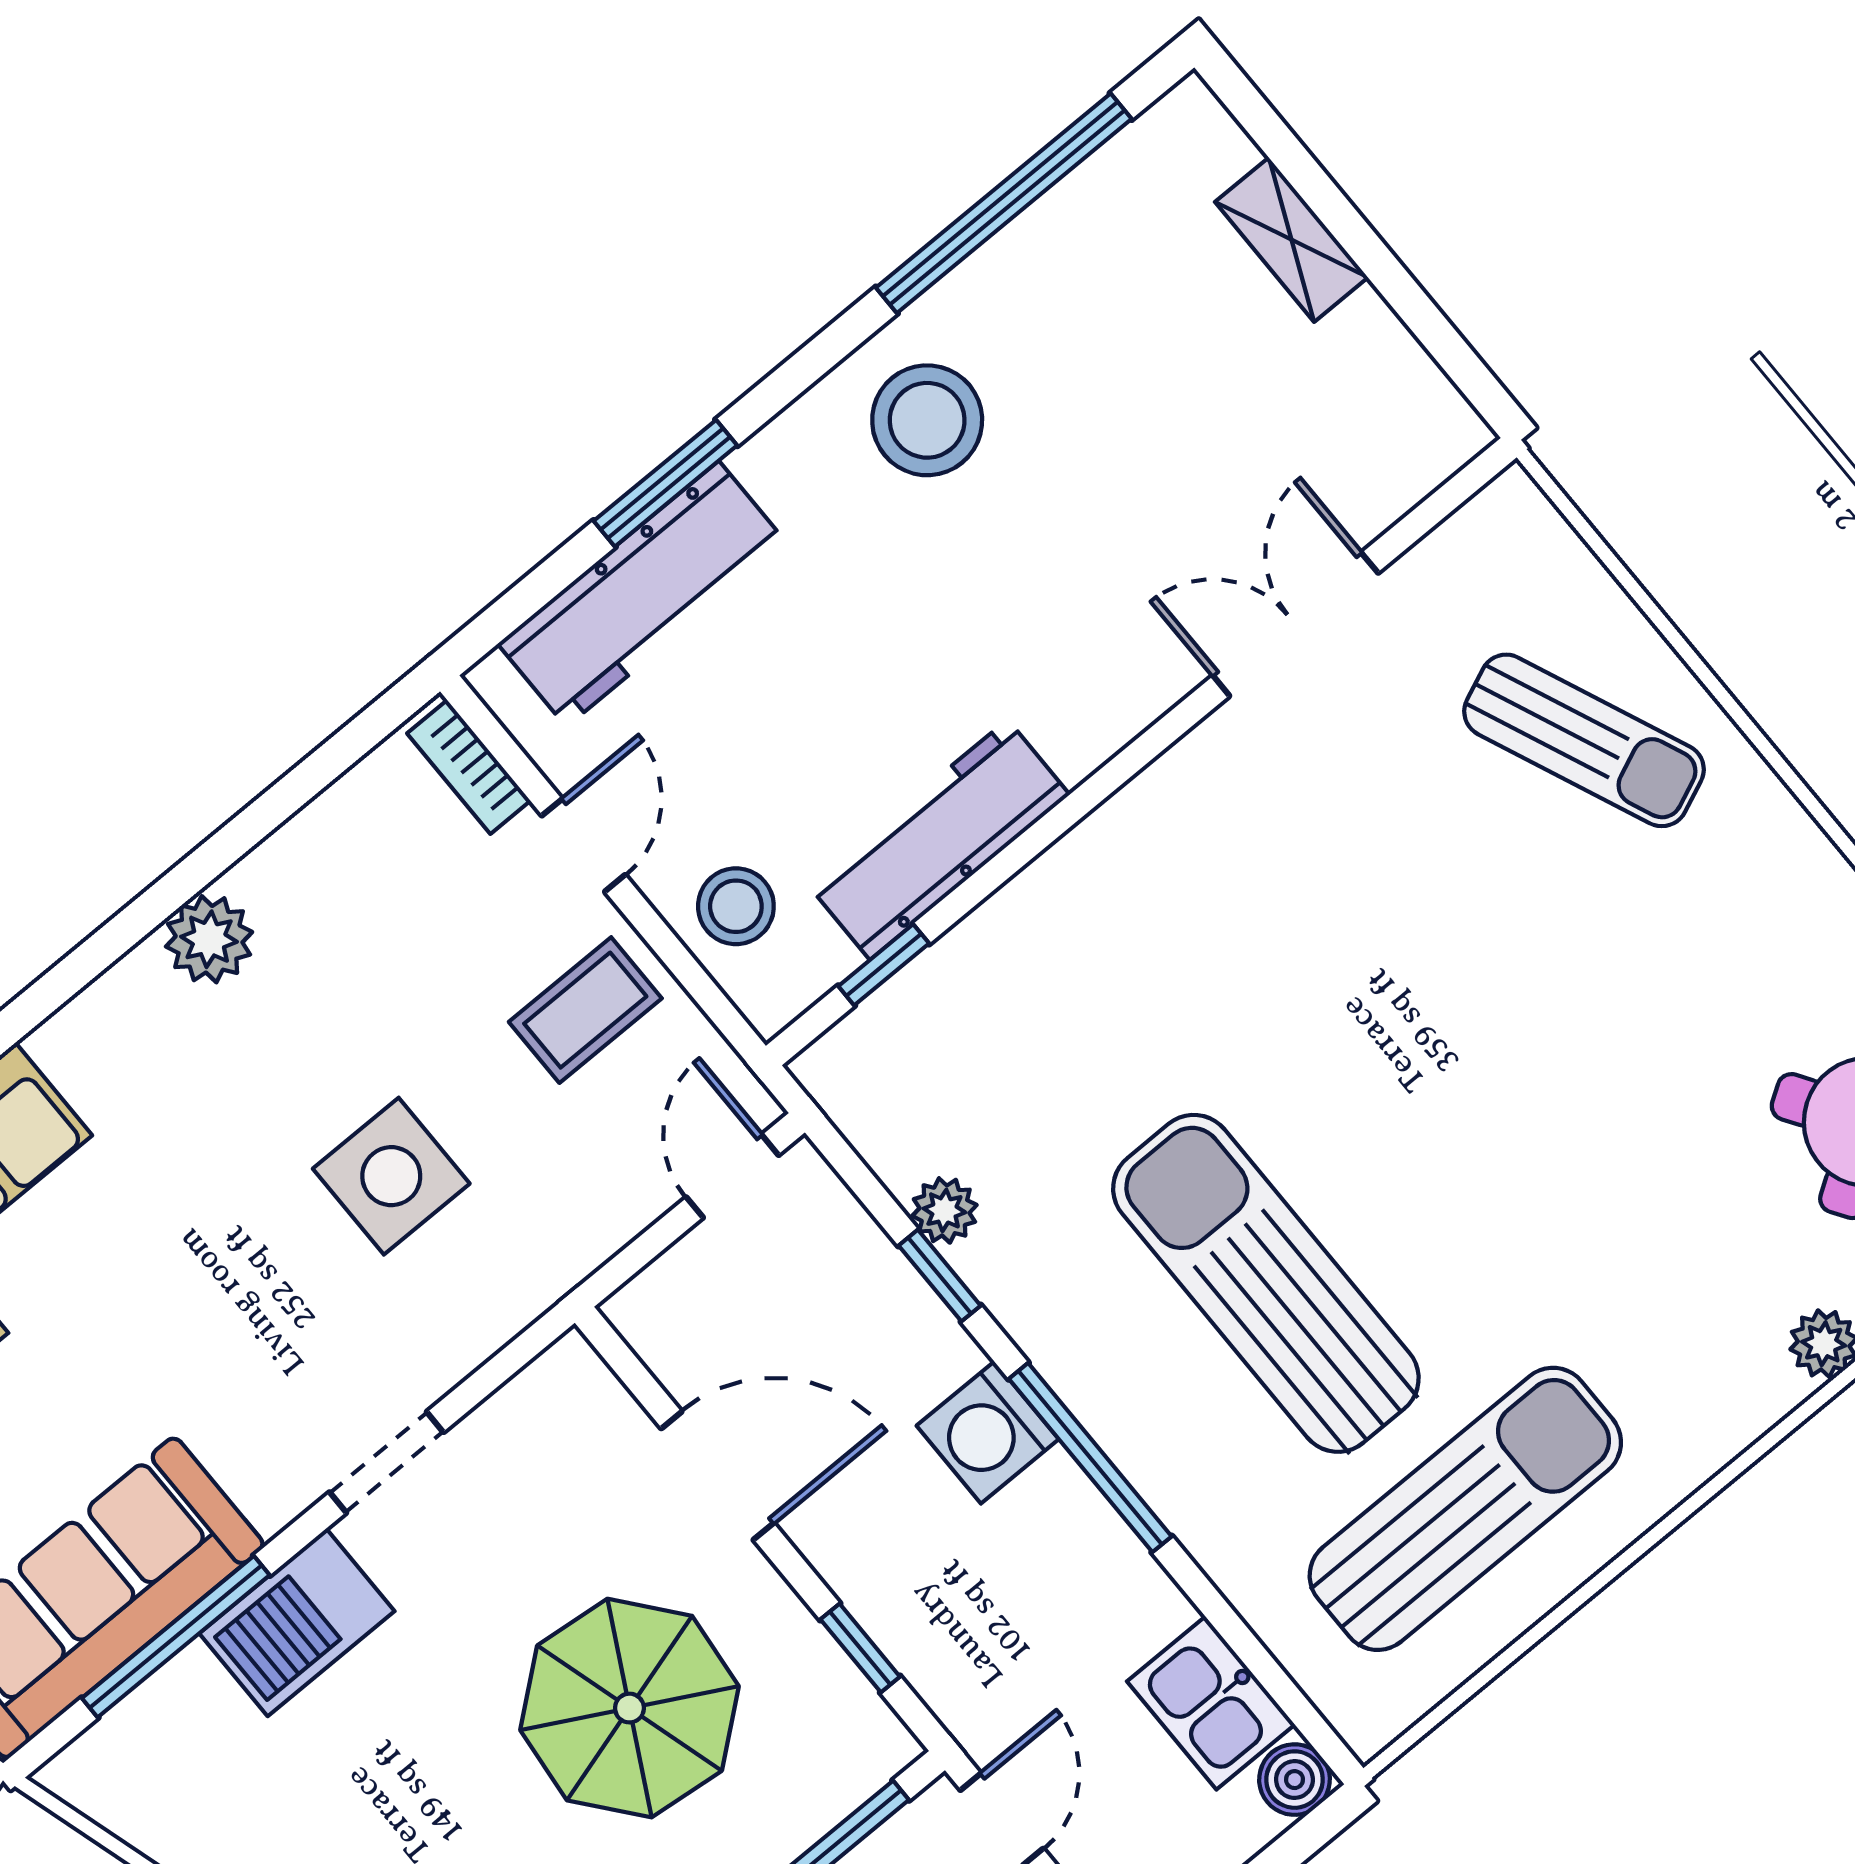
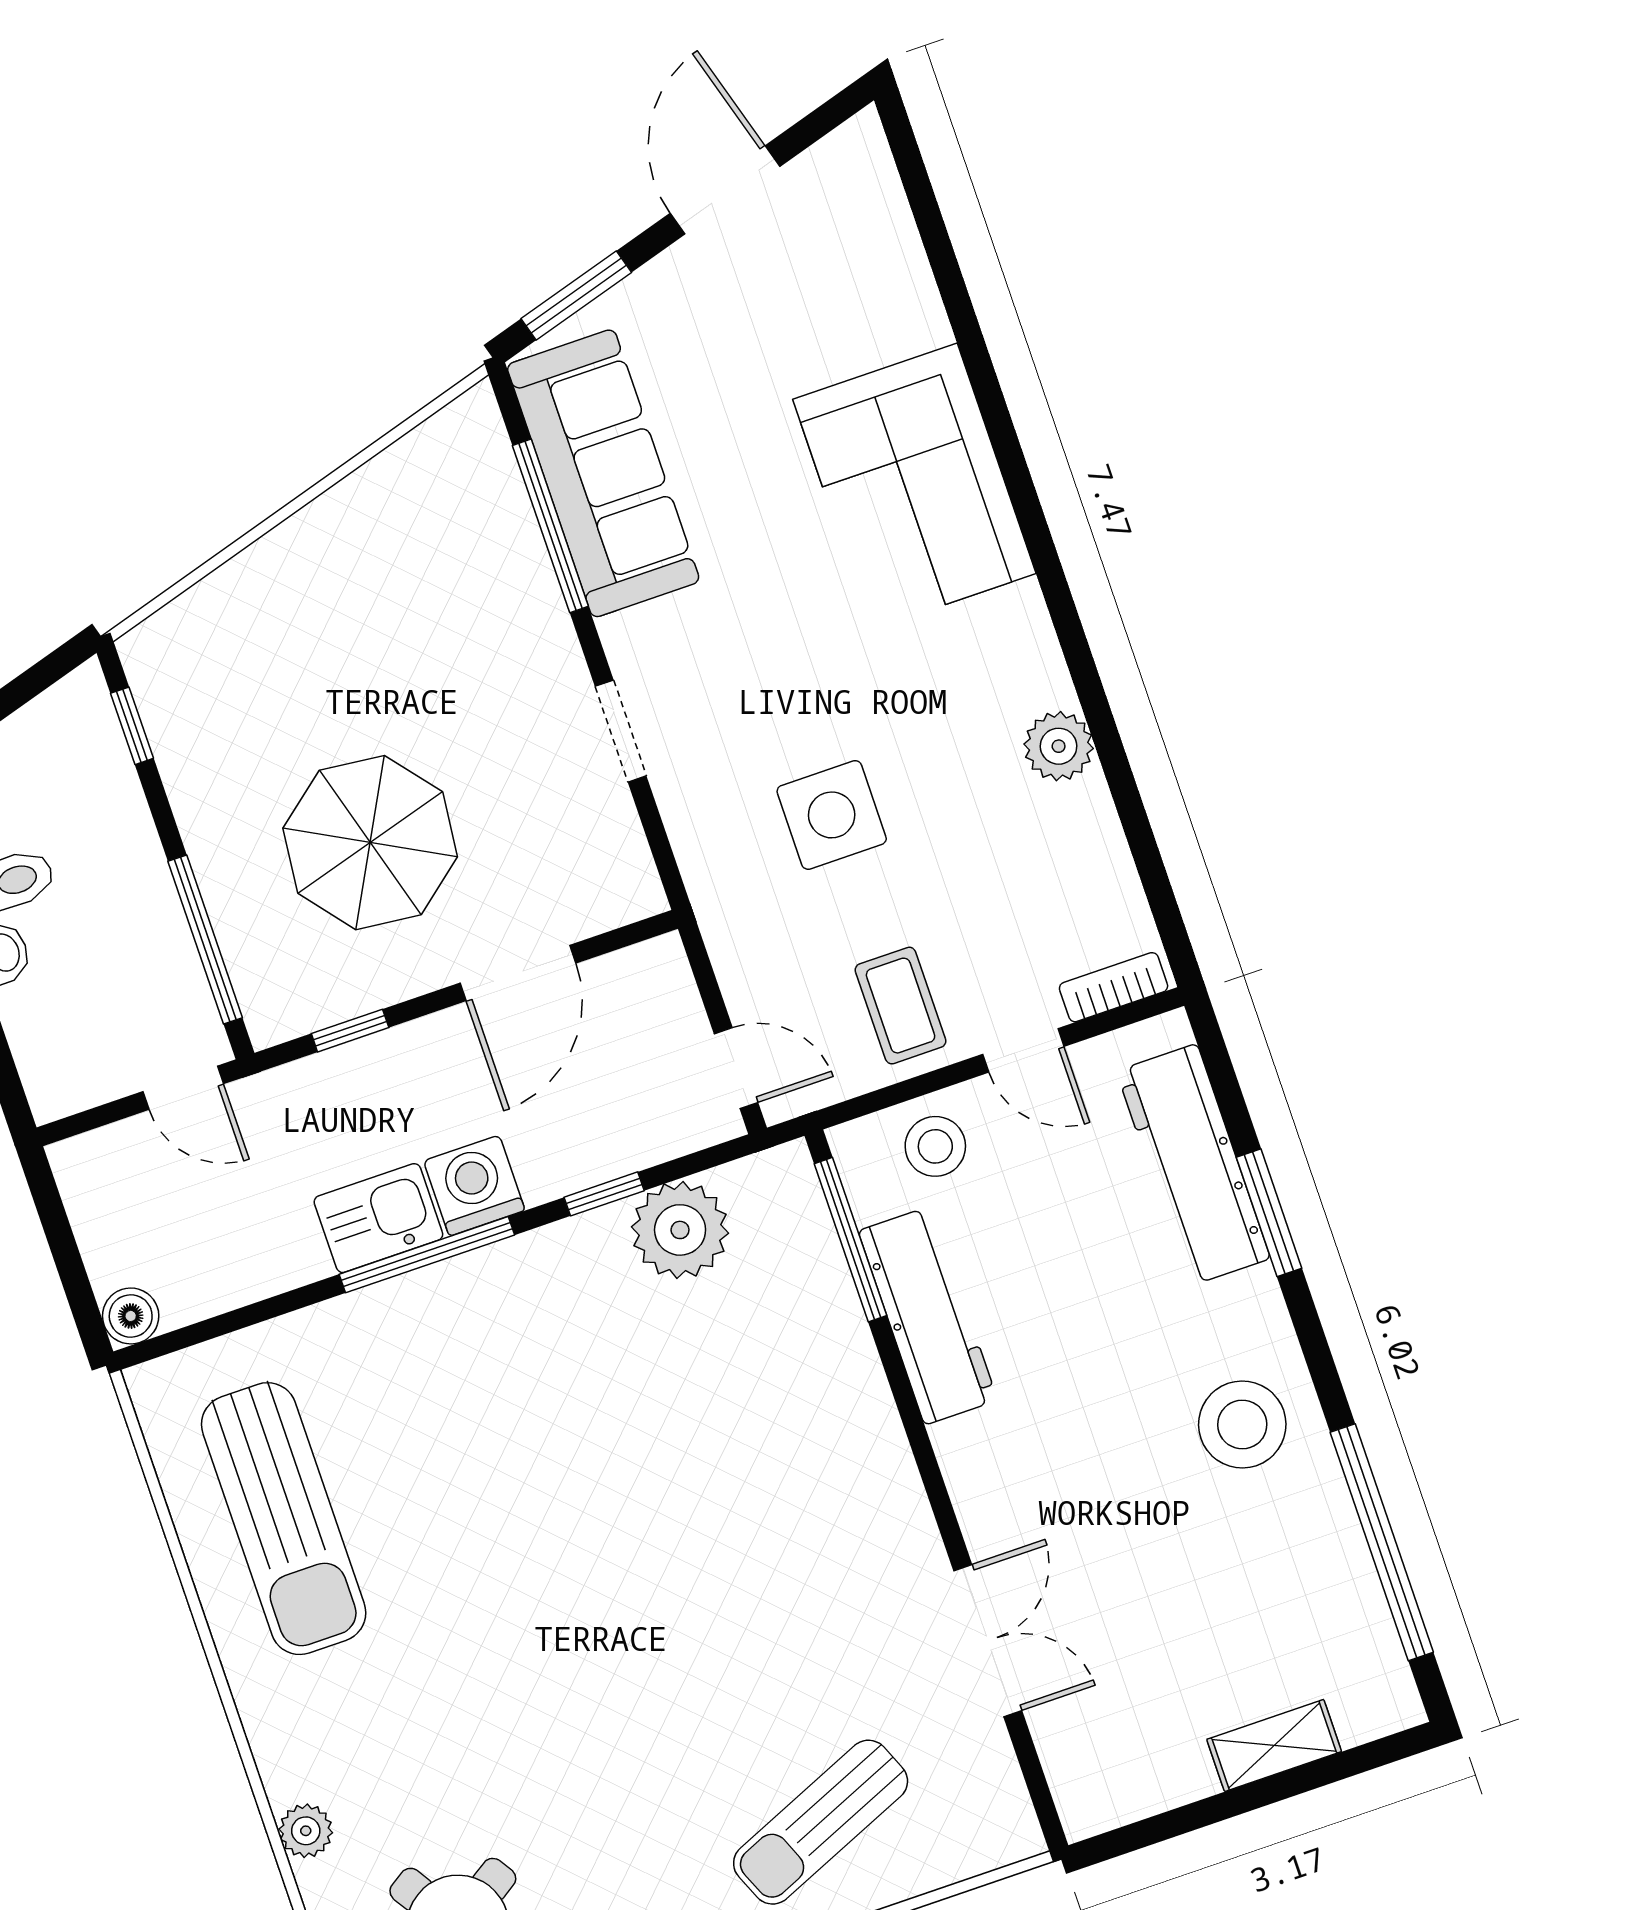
window: (884, 965) -> (850, 1240), width x2.17
plant: (944, 1210) -> (680, 1230), width x1.88, depth x1.88
sun lounger: (1266, 1283) -> (507, 1434), removed
barbecue: (297, 1622) -> (527, 620), removed
kitchen sink: (1211, 1703) -> (378, 1218), moved

